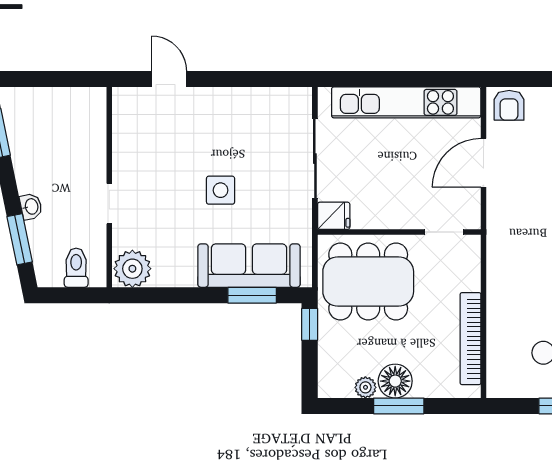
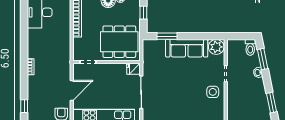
side table: (221, 190) -> (213, 92), moved
sofa: (249, 266) -> (187, 48), moved
toilet: (76, 268) -> (250, 47), moved
window: (310, 324) -> (143, 13), moved

